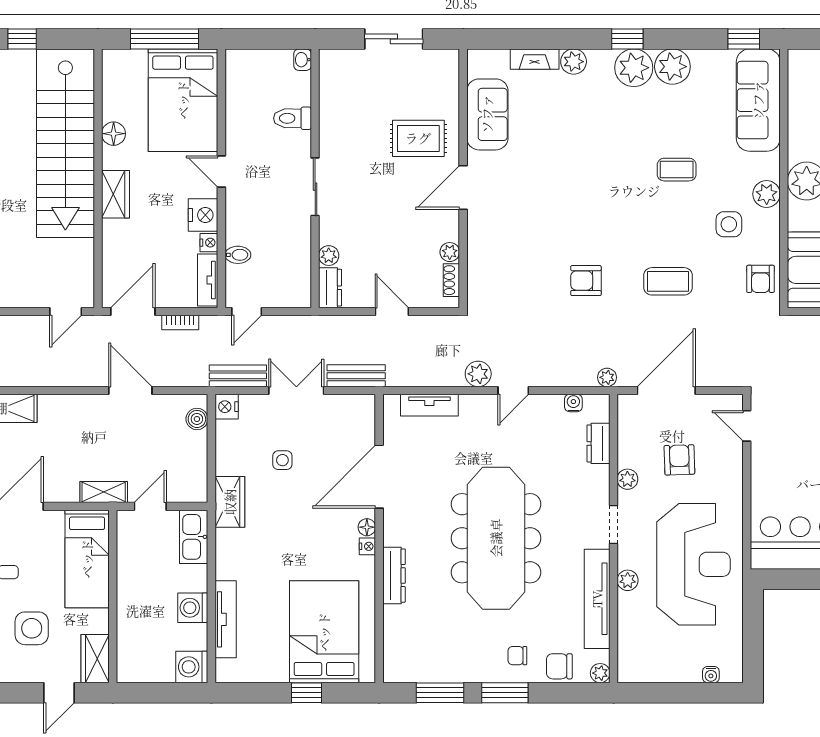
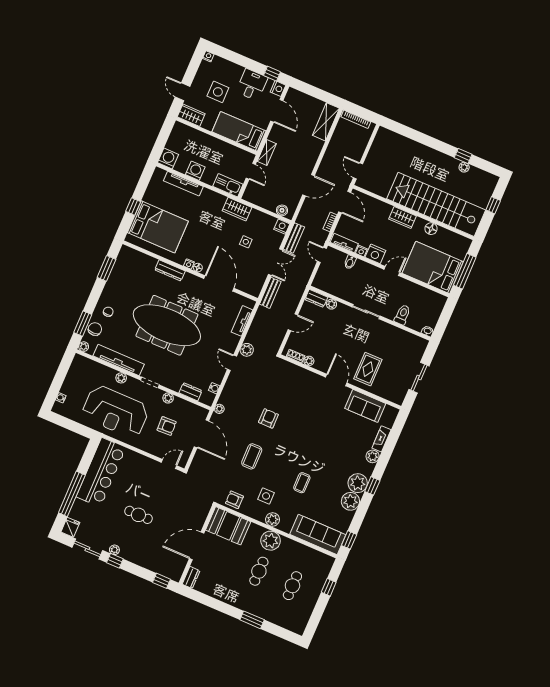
window: (505, 693) -> (83, 324), moved

